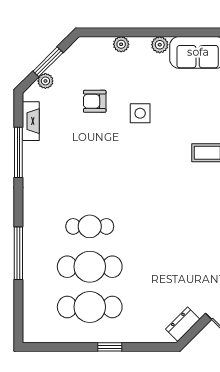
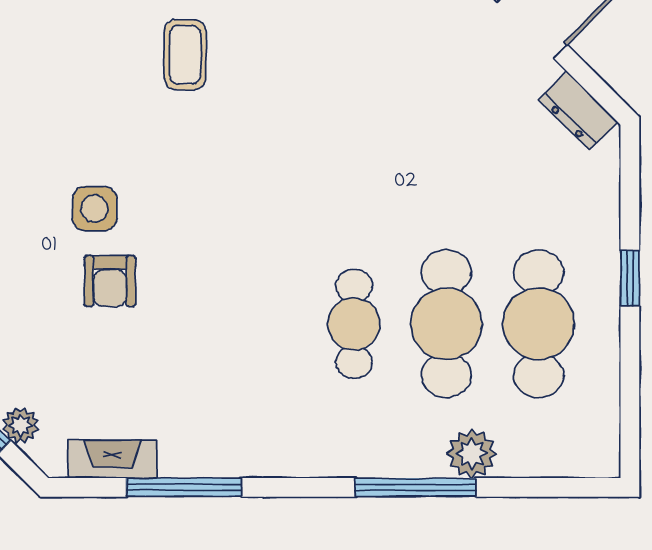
armchair: (95, 101) -> (110, 281), moved
plant: (33, 278) -> (472, 454), added

